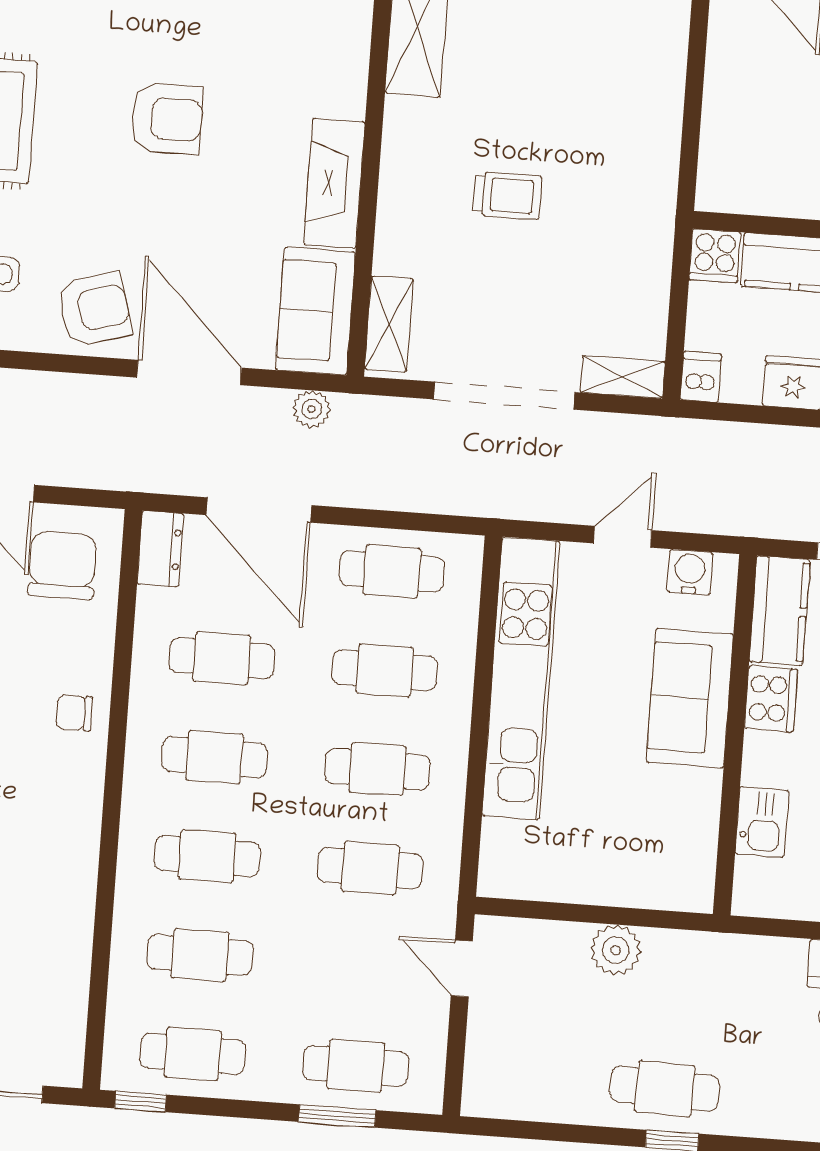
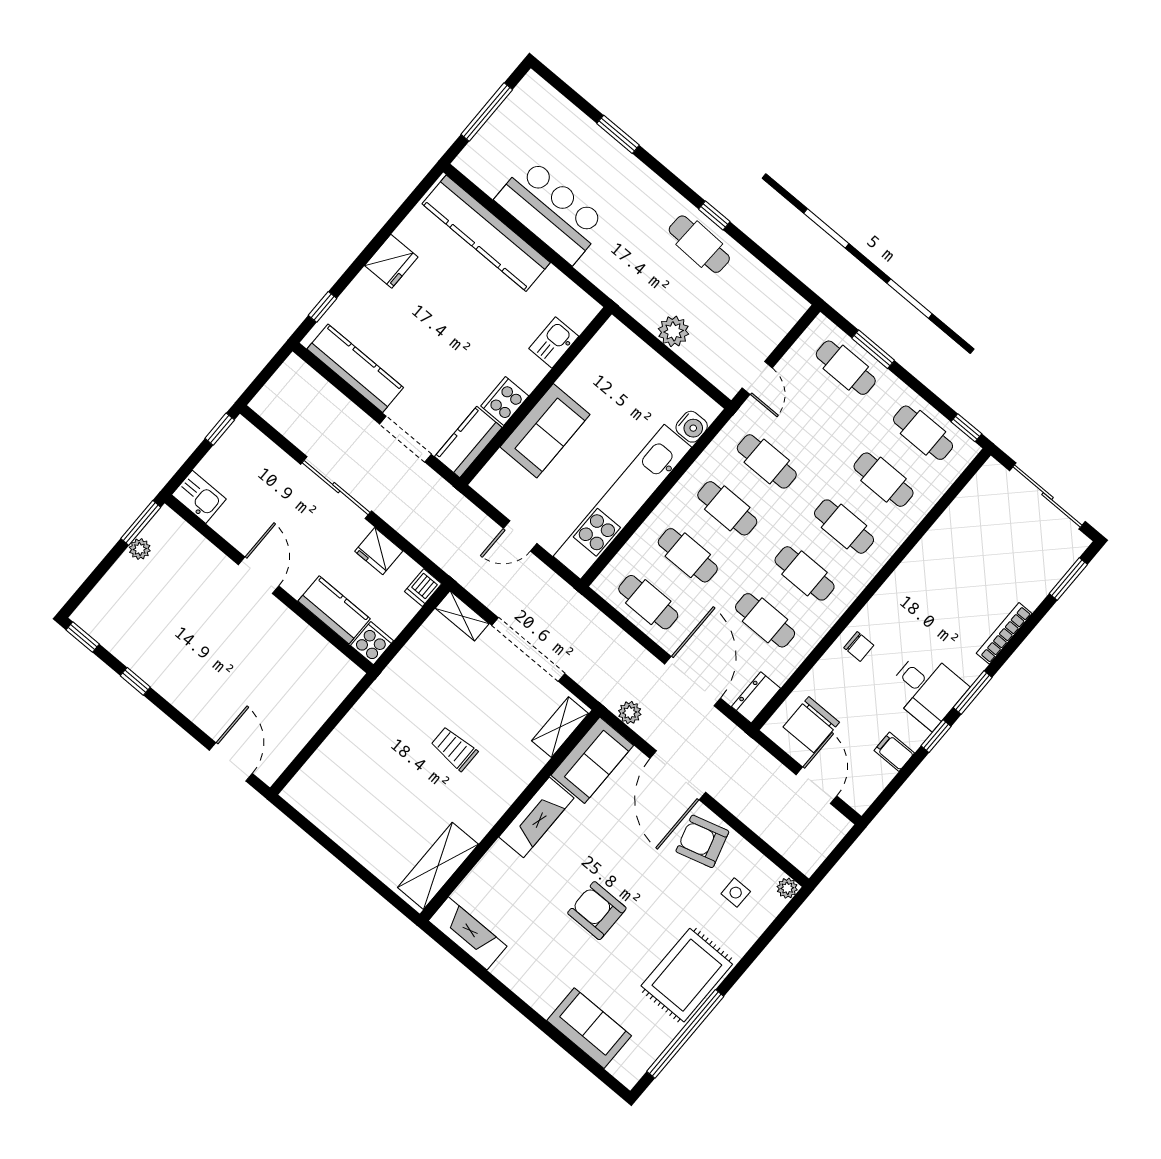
water cooler: (690, 572) -> (692, 427), moved, turned -90

